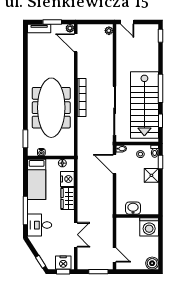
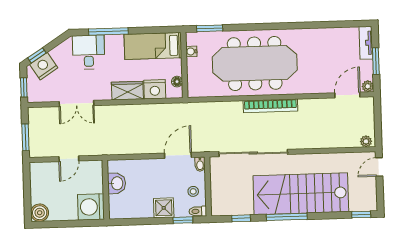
stairs: (144, 105) -> (301, 194), moved
door: (115, 255) -> (69, 159), moved
nightstand: (63, 263) -> (44, 66), moved, turned 57

